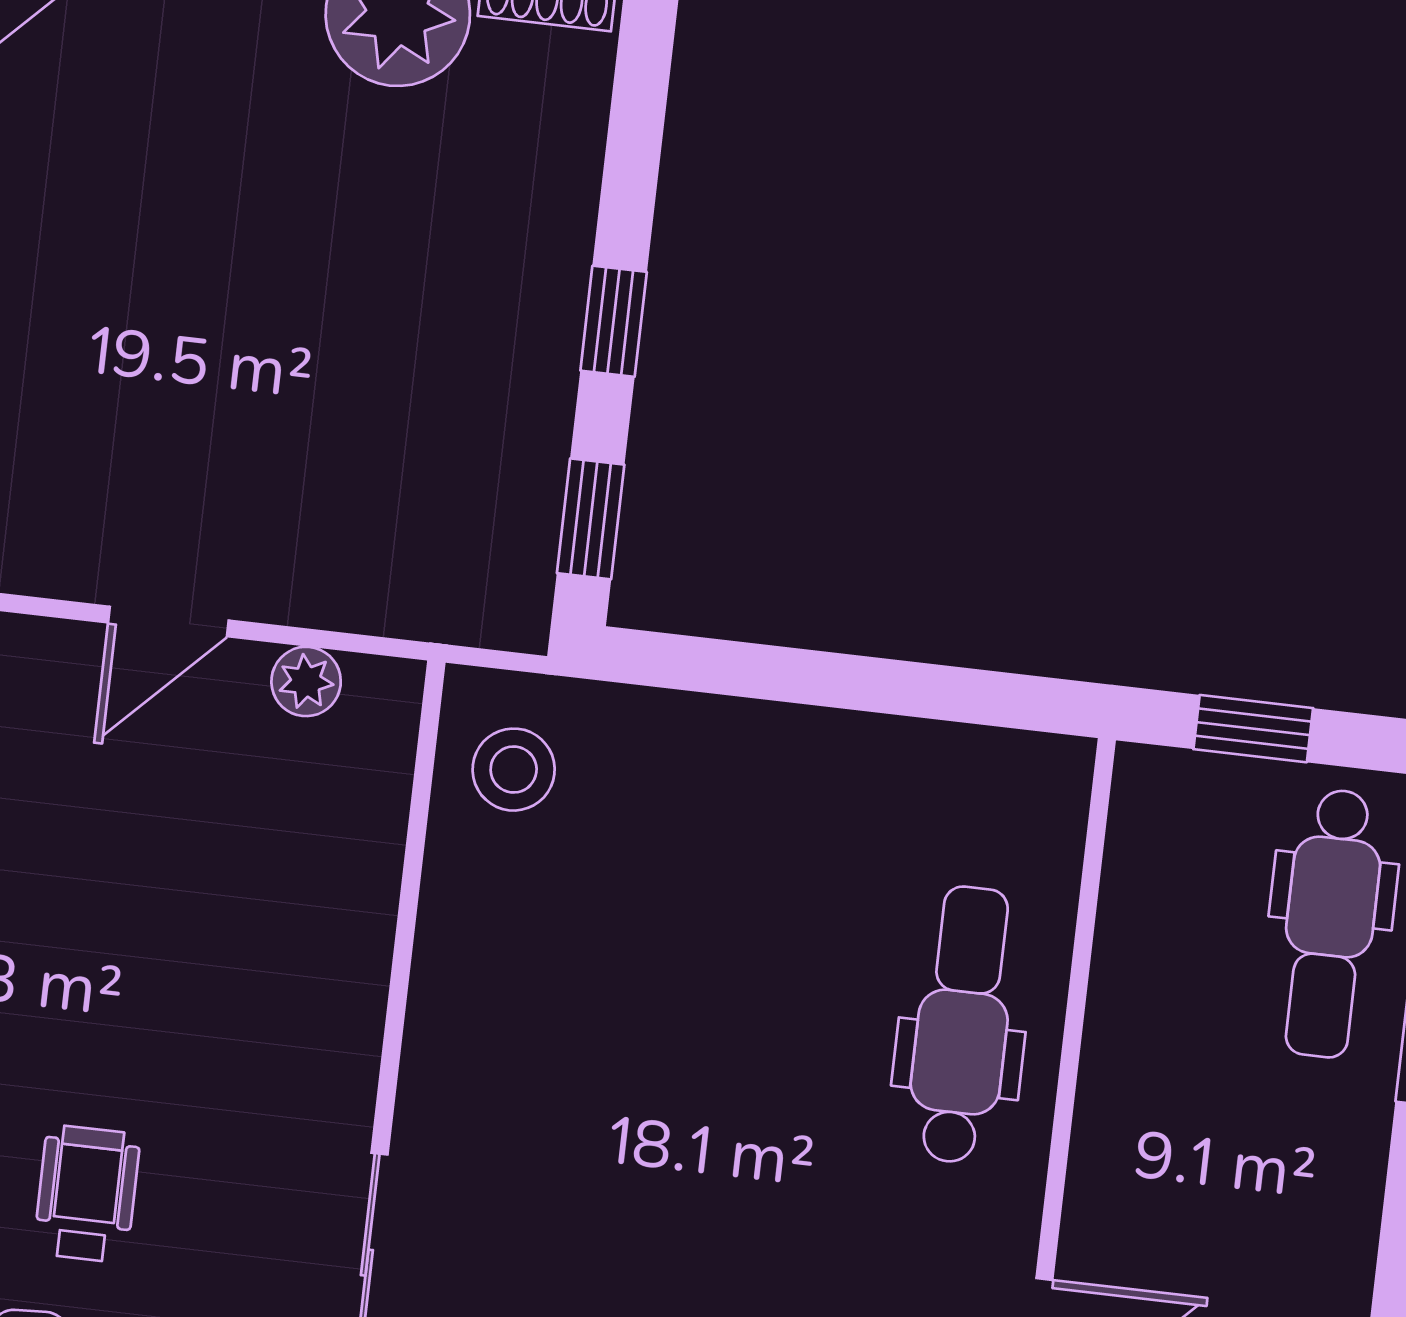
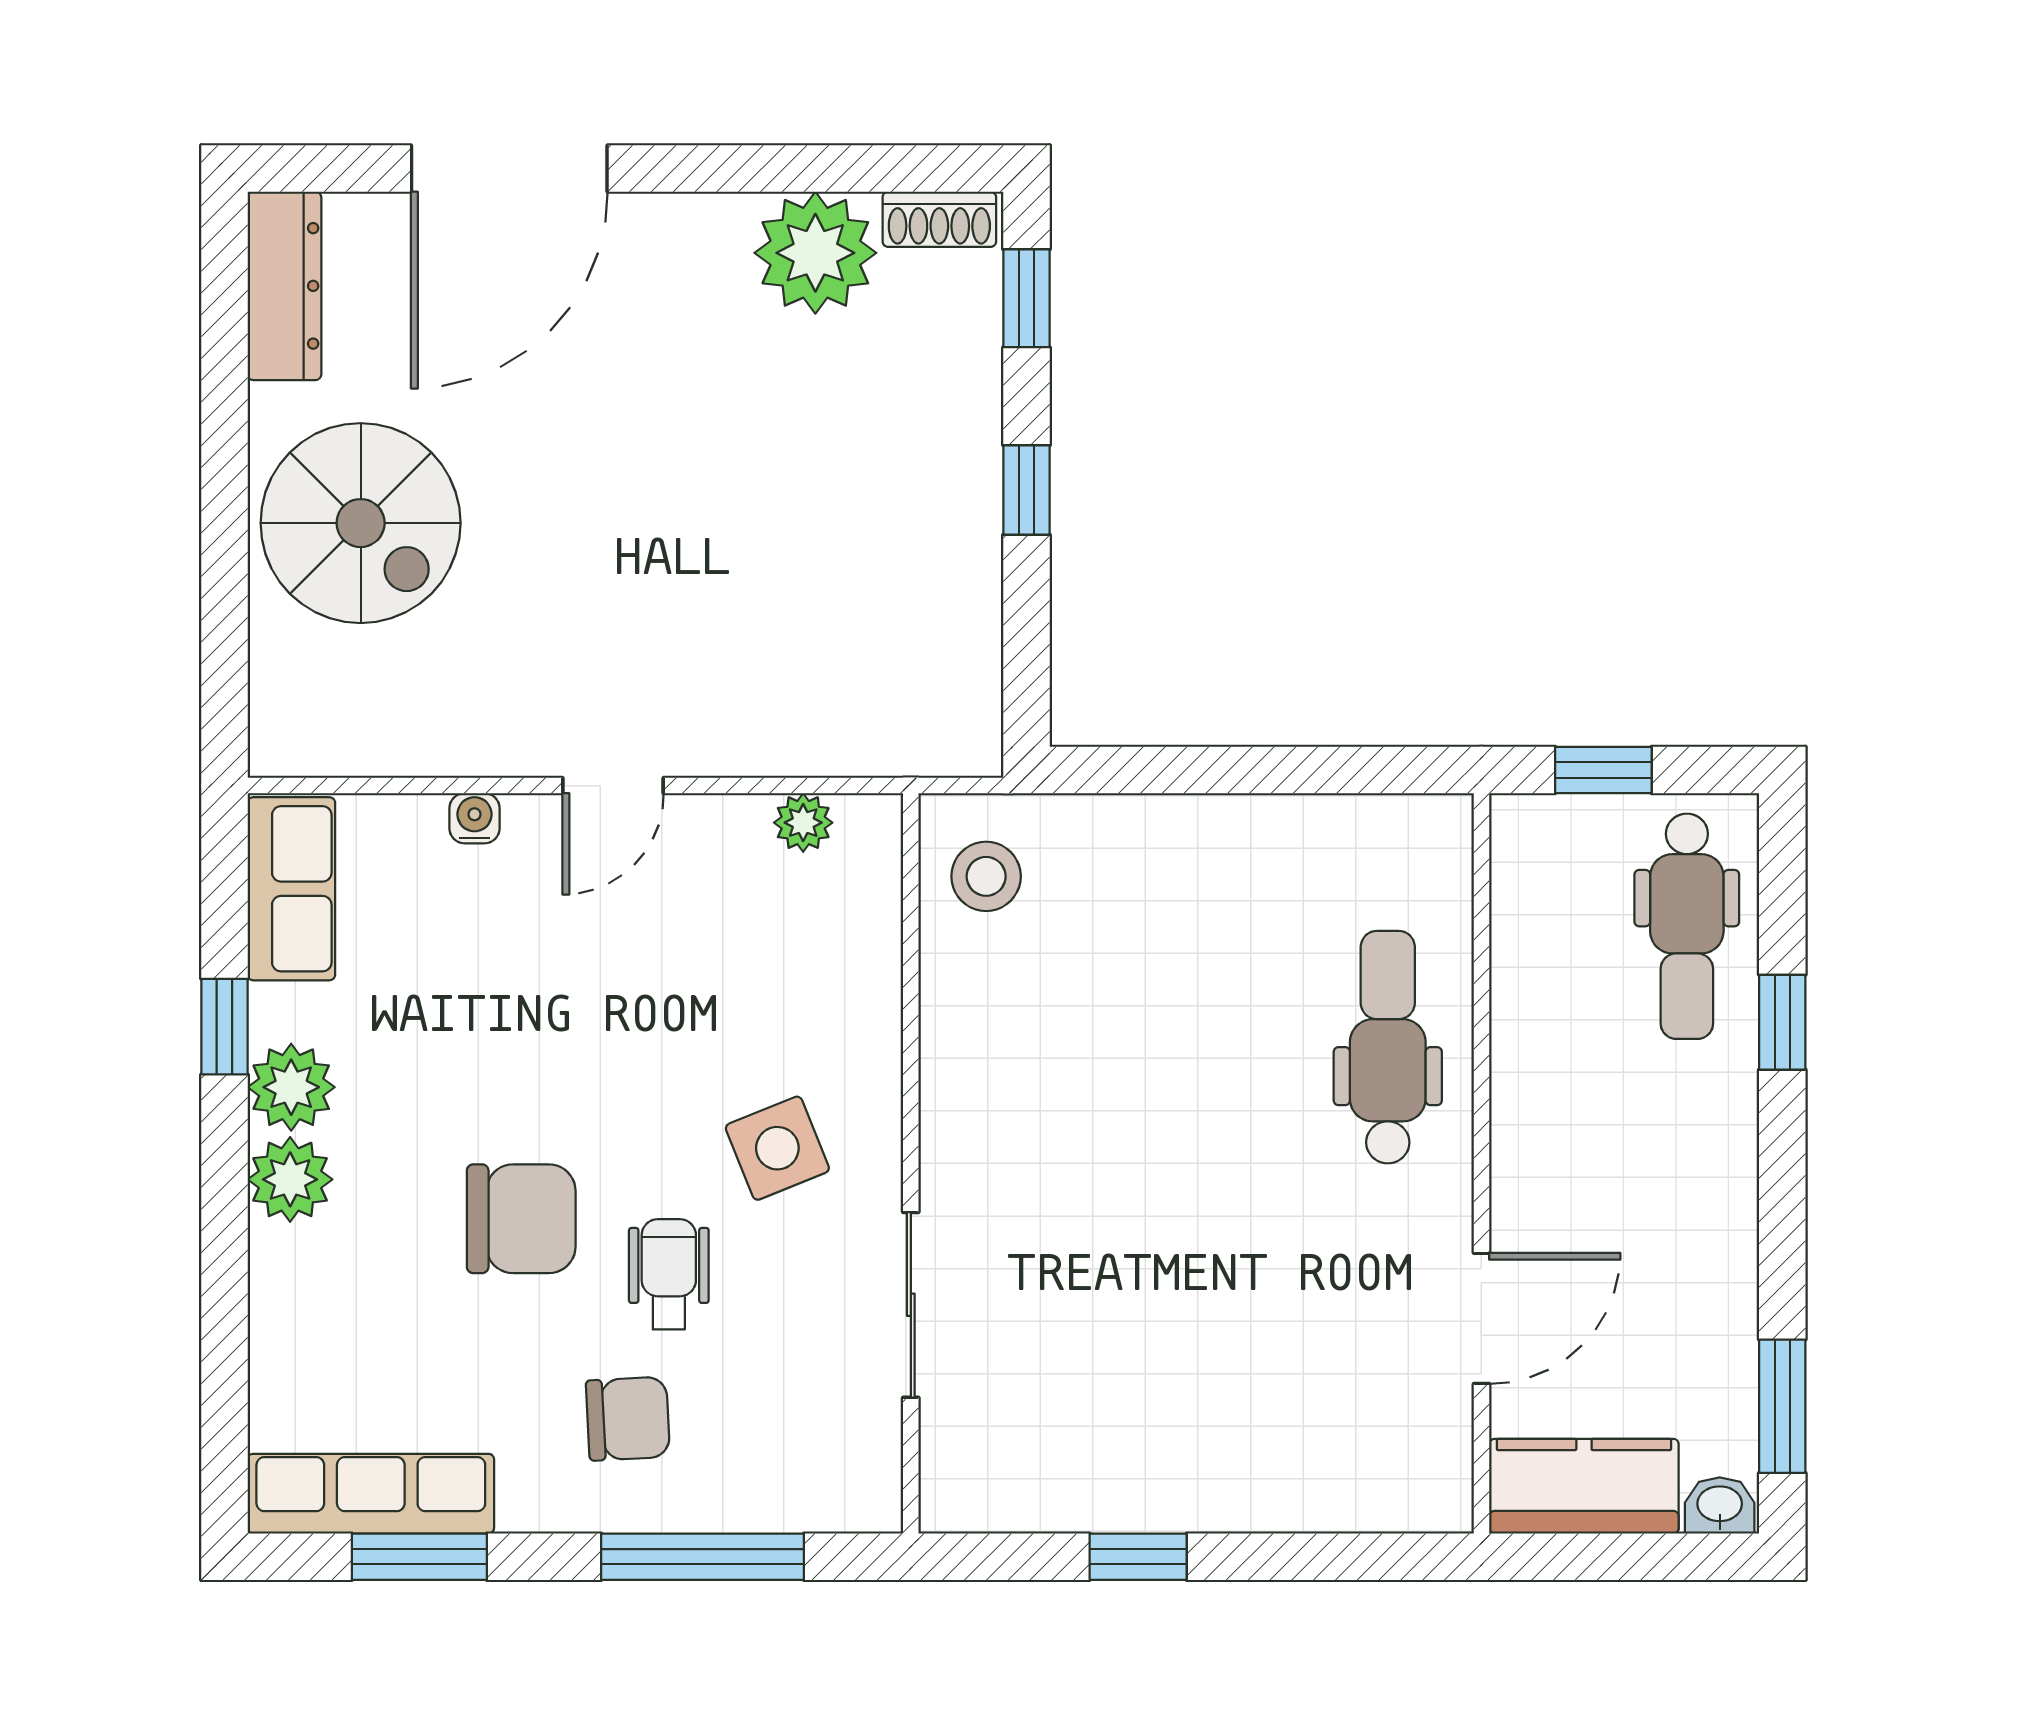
window: (591, 519) -> (1026, 298), moved
door: (168, 621) -> (613, 786), moved
side table: (231, 1060) -> (777, 1148), added

